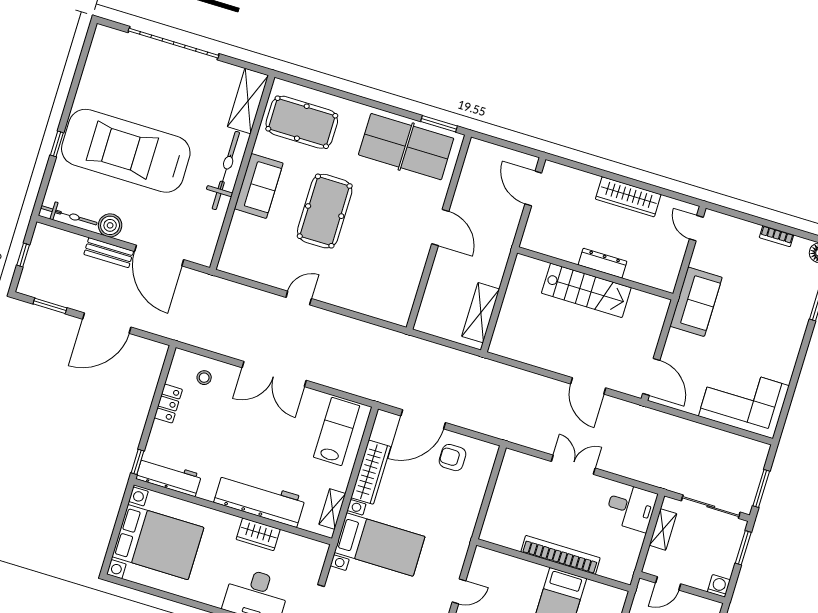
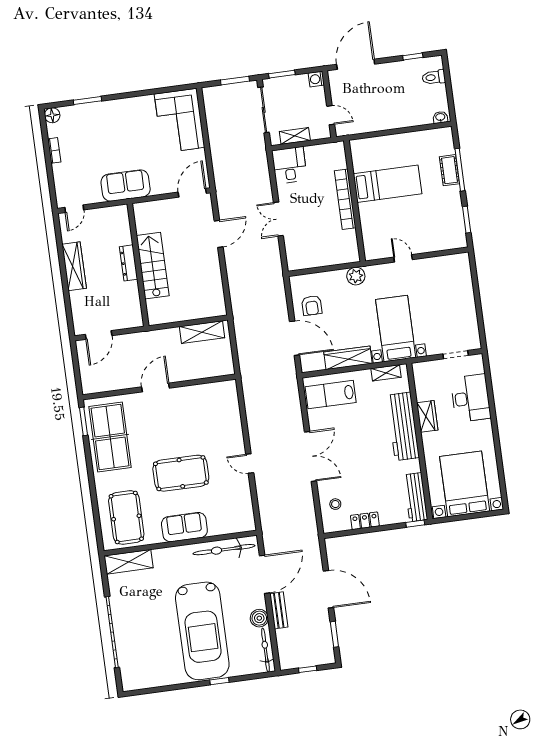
bicycle: (226, 170) -> (224, 550), moved
plant: (464, 526) -> (356, 276), added

